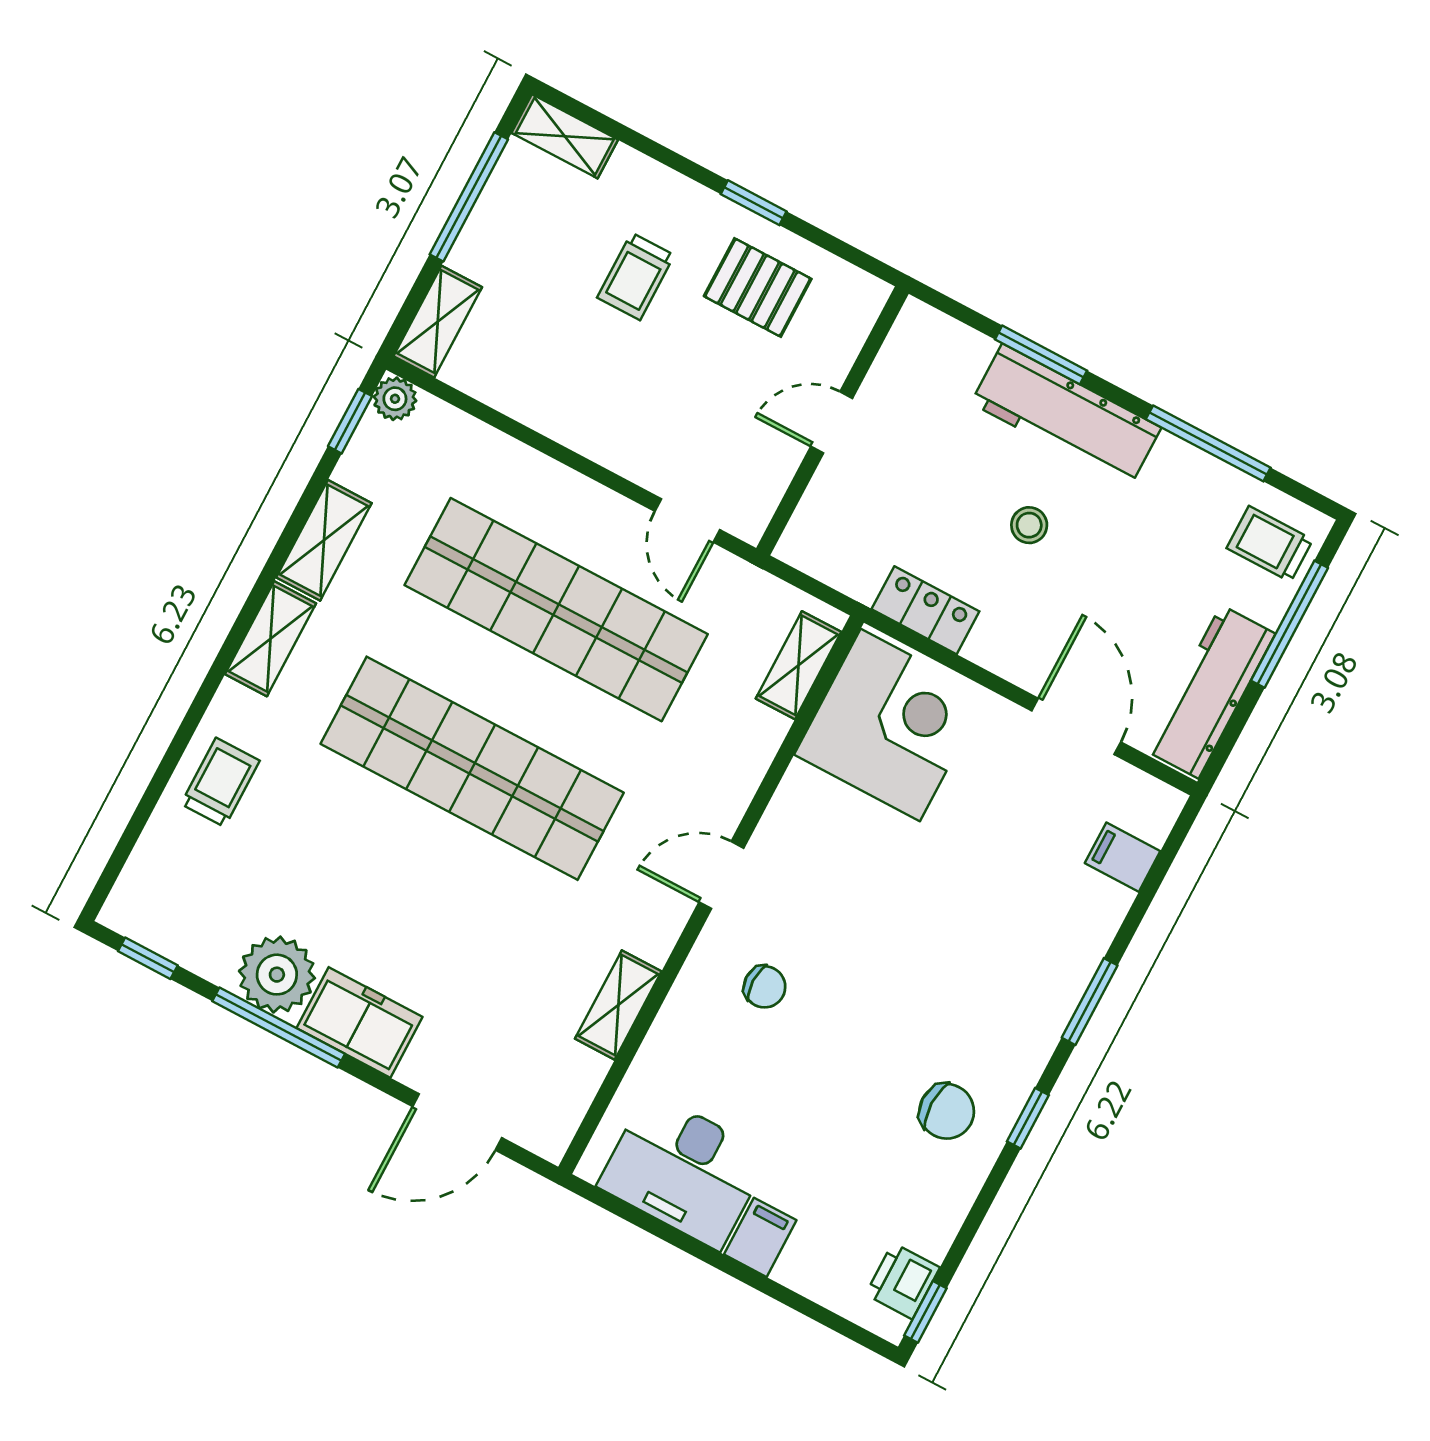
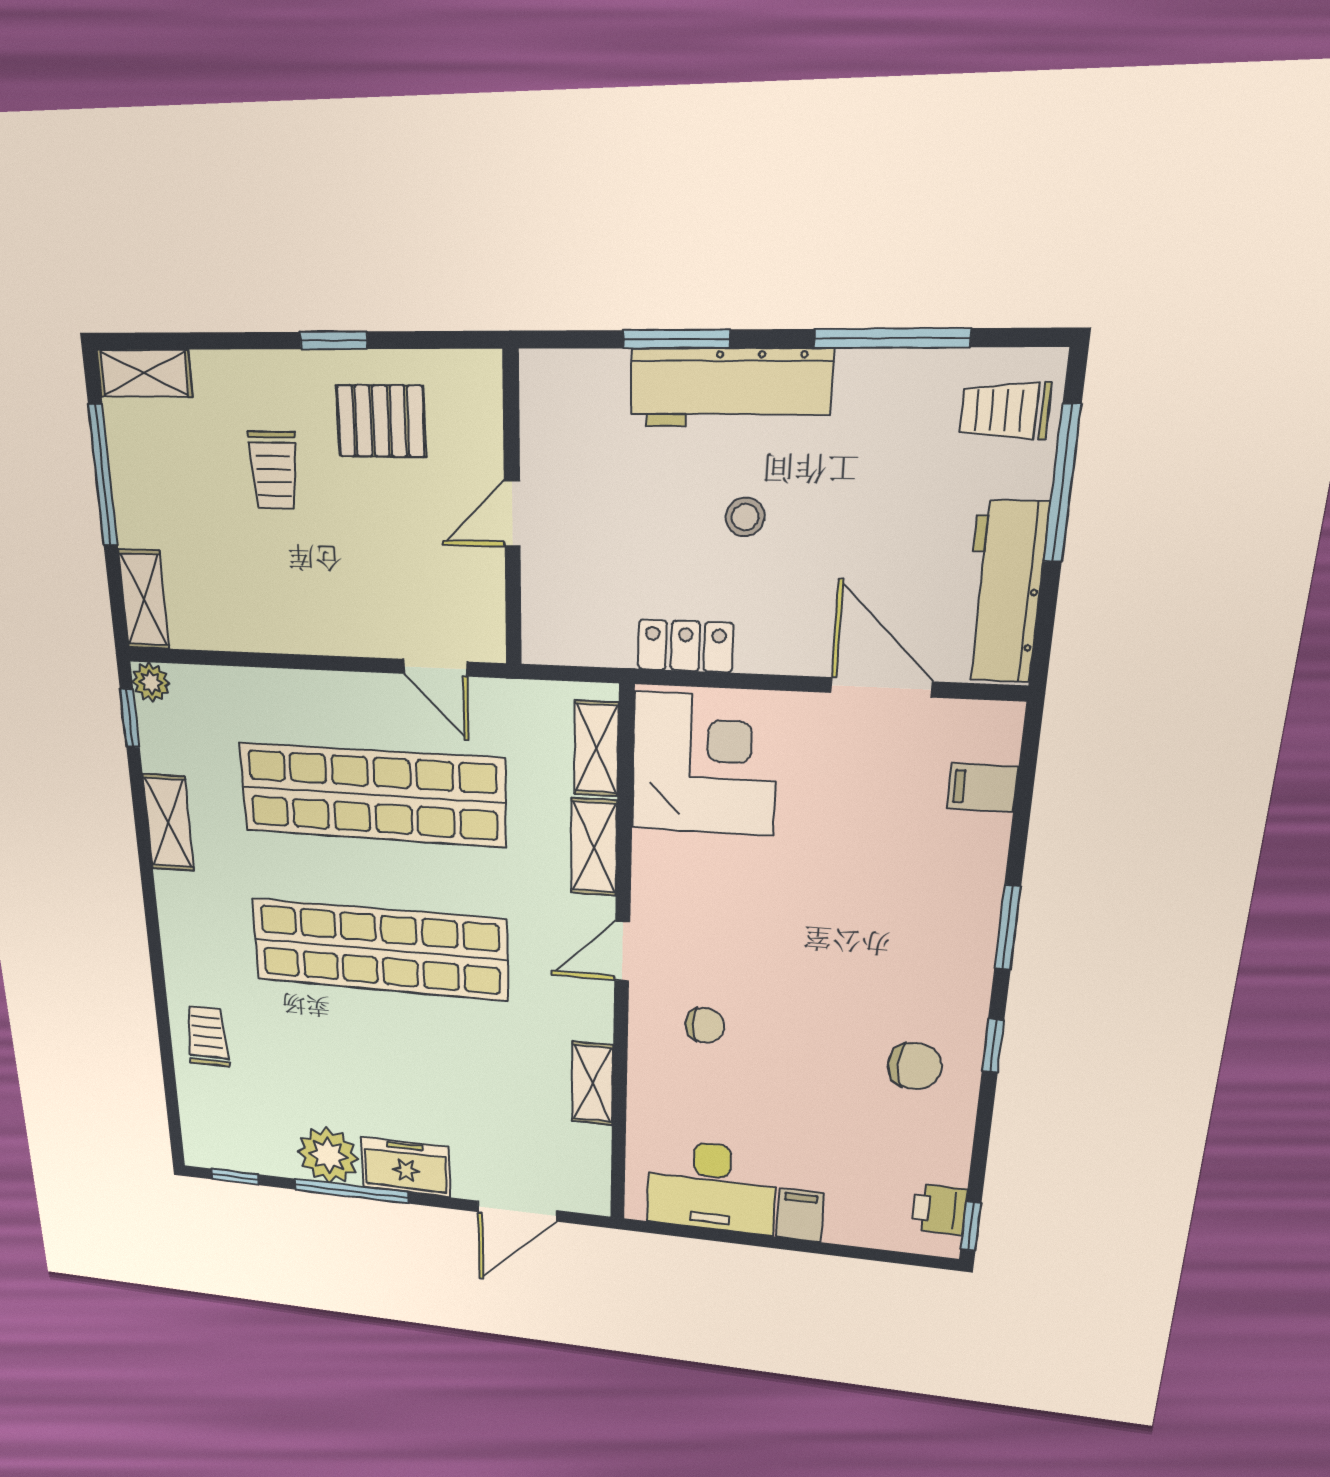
shelving: (270, 639) -> (594, 847), moved

